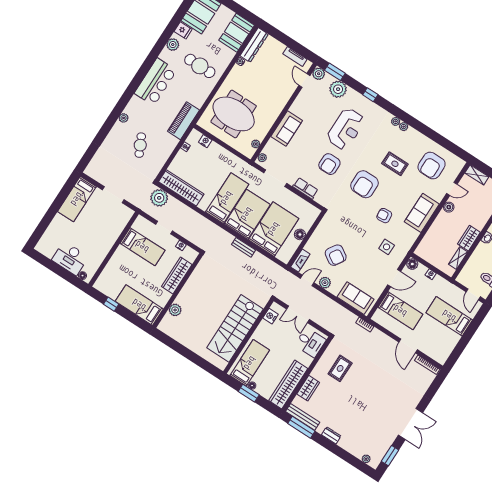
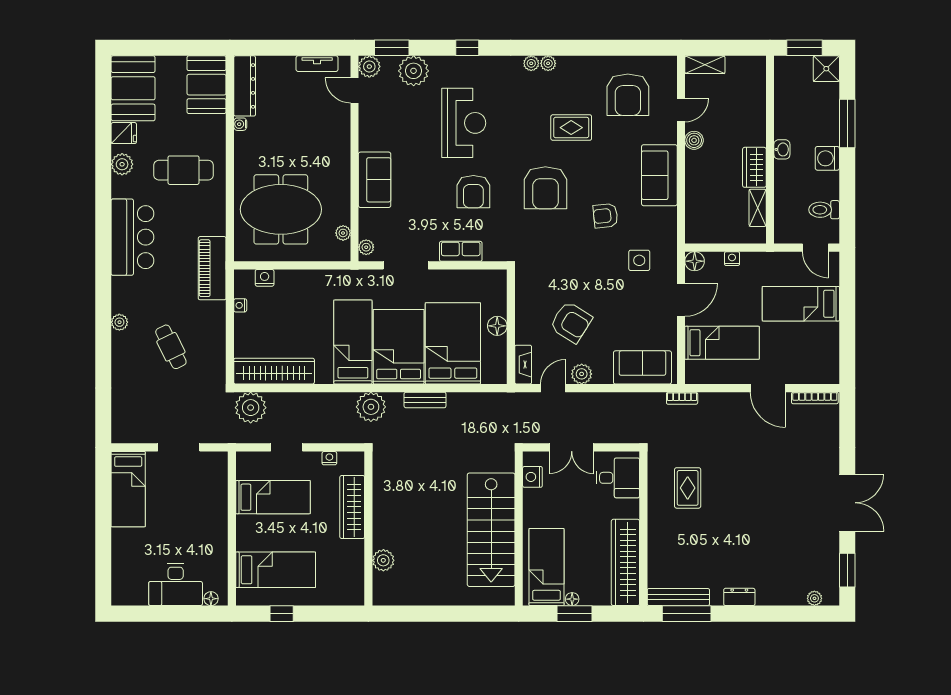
plant: (216, 234) -> (371, 407), added
bed: (139, 305) -> (276, 570), moved, turned 180
wardrobe: (308, 388) -> (659, 548), removed

